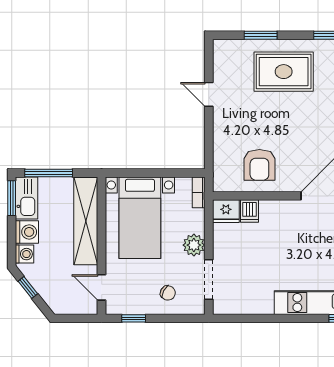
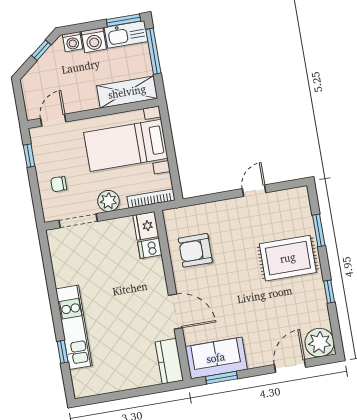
rug: (284, 72) -> (288, 258), turned 90
bookcase: (199, 192) -> (151, 198), width x1.56
shelving: (86, 221) -> (127, 92), width x0.68
chair: (168, 293) -> (59, 184), turned 61

